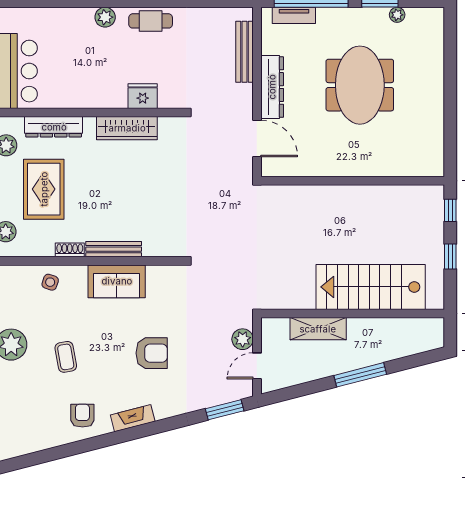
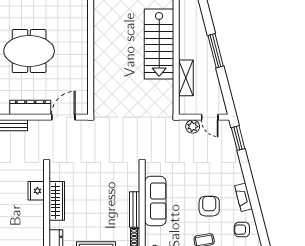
sofa: (117, 281) -> (155, 201), width x1.36
armchair: (152, 353) -> (209, 206), moved

